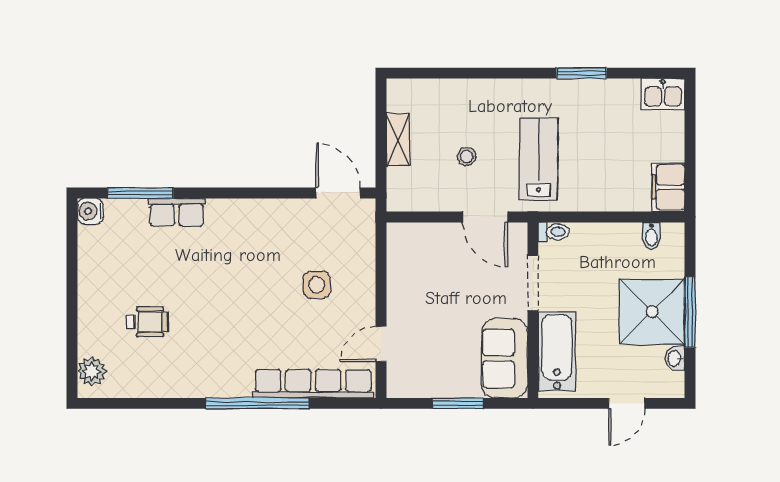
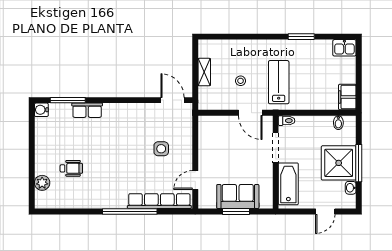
sofa: (505, 358) -> (238, 196), moved, turned 90
plant: (92, 371) -> (42, 183), moved

